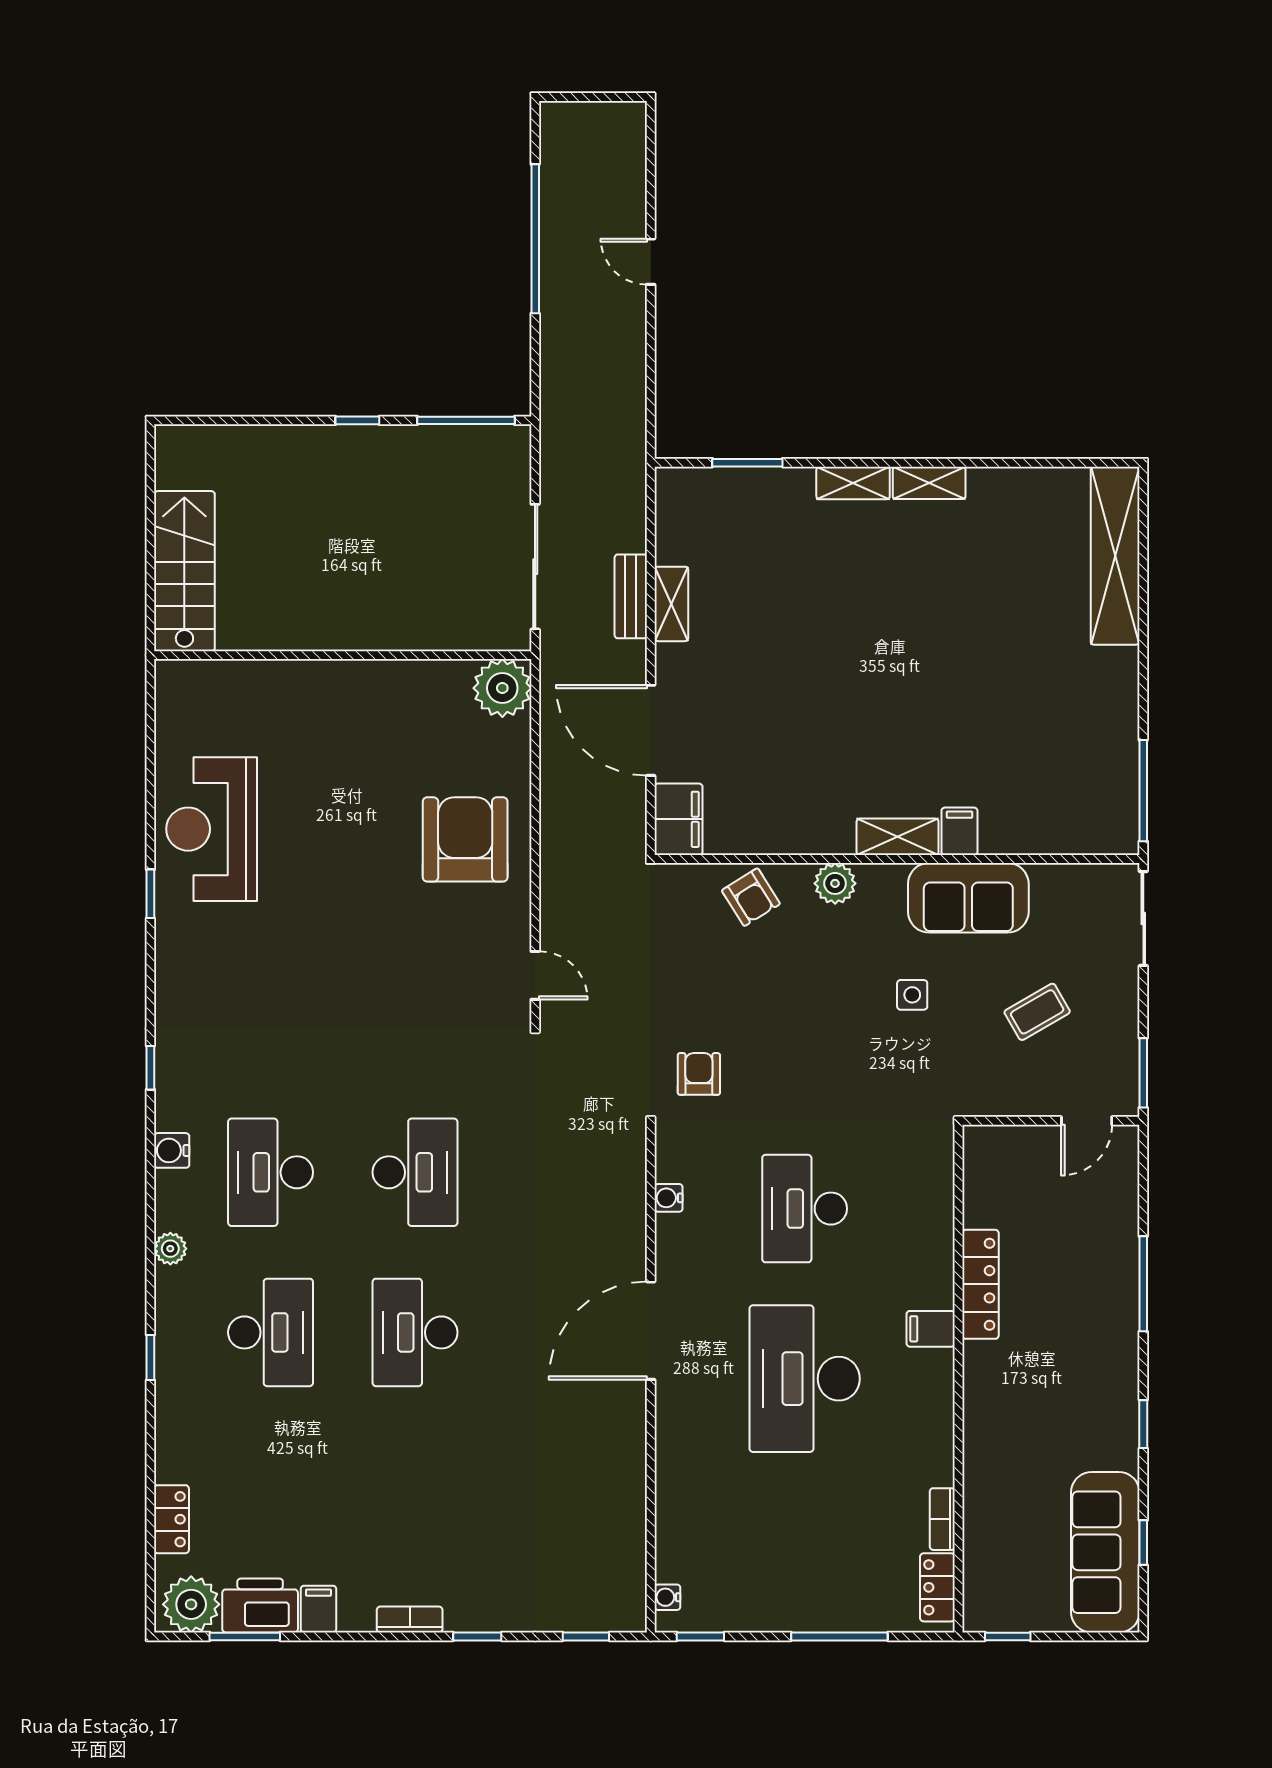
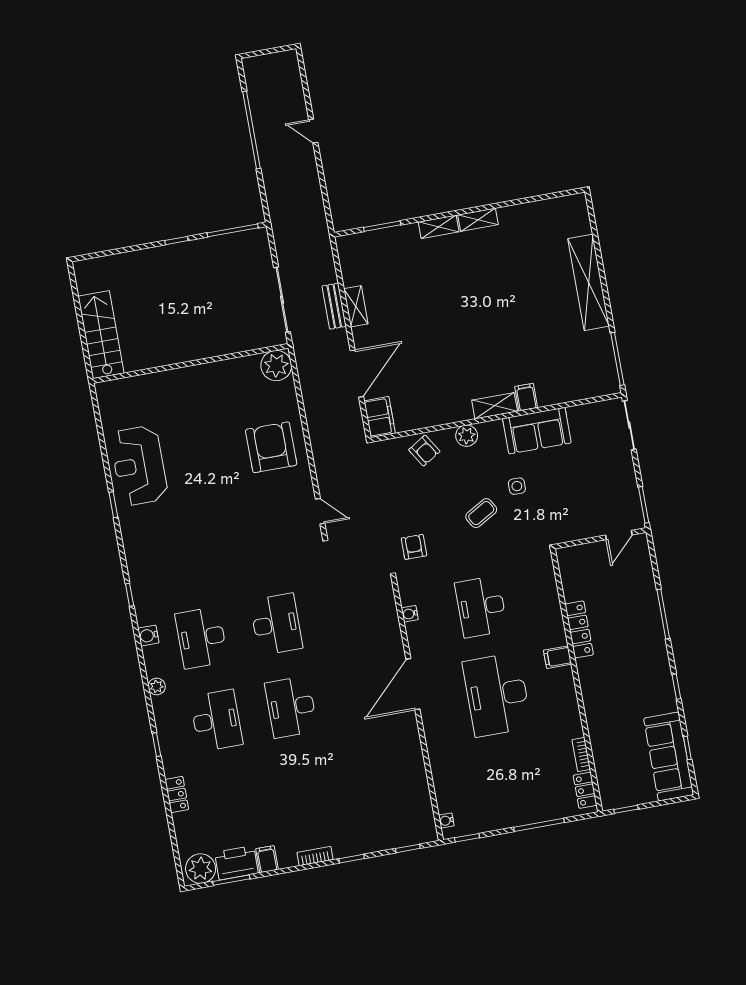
shelving: (1115, 556) -> (589, 282), moved
door: (651, 730) -> (357, 374), swing flipped
coffee table: (1037, 1012) -> (481, 513), moved
locker: (171, 1519) -> (177, 794), moved

